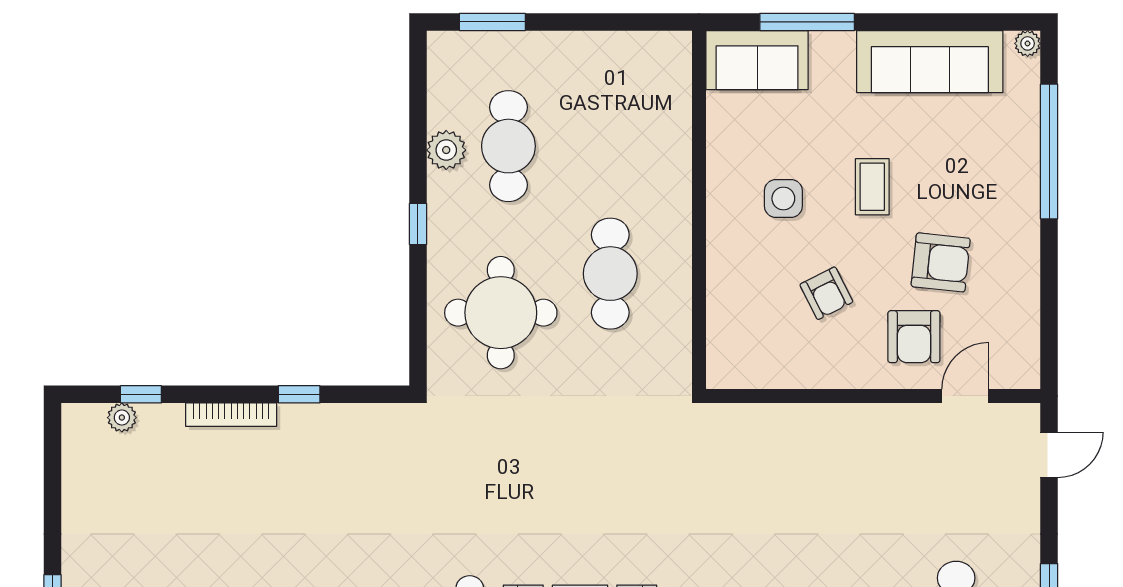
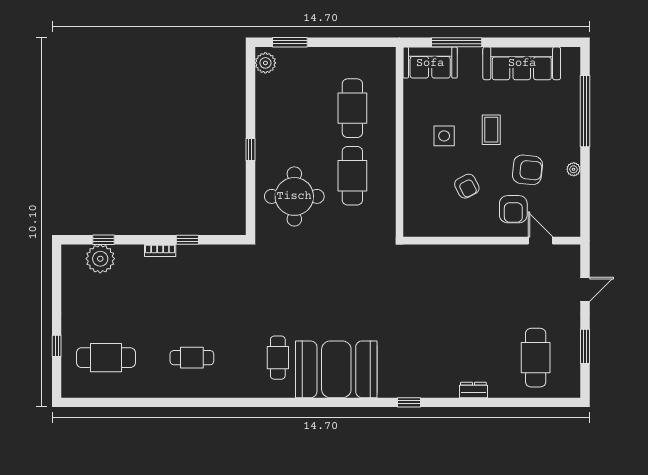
plant: (1028, 43) -> (574, 169), moved
cafe table: (508, 146) -> (352, 108), moved
plant: (446, 150) -> (265, 63), moved
door: (965, 396) -> (541, 241), hinge flipped
bookcase: (231, 415) -> (160, 250), width x0.64
plant: (122, 418) -> (100, 259), width x1.88, depth x1.88
door: (1049, 455) -> (585, 289), moved

